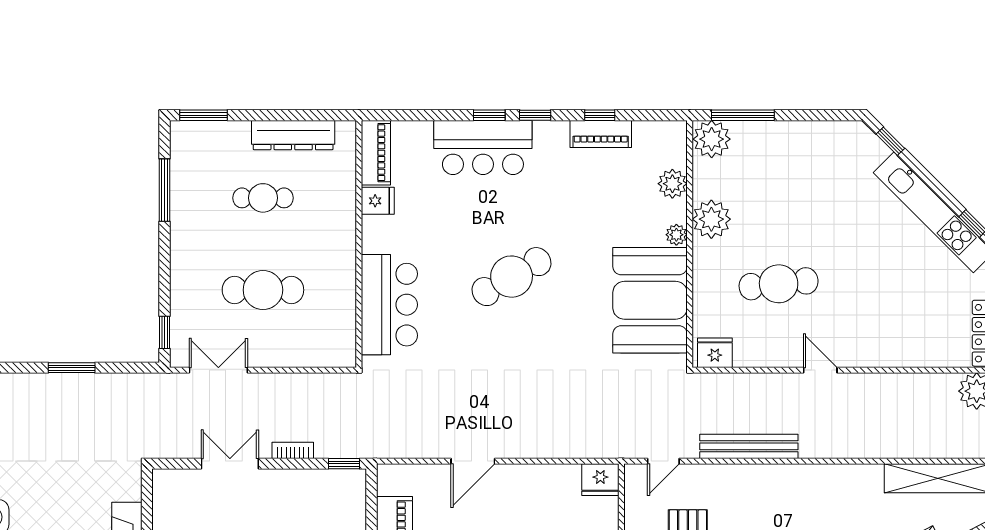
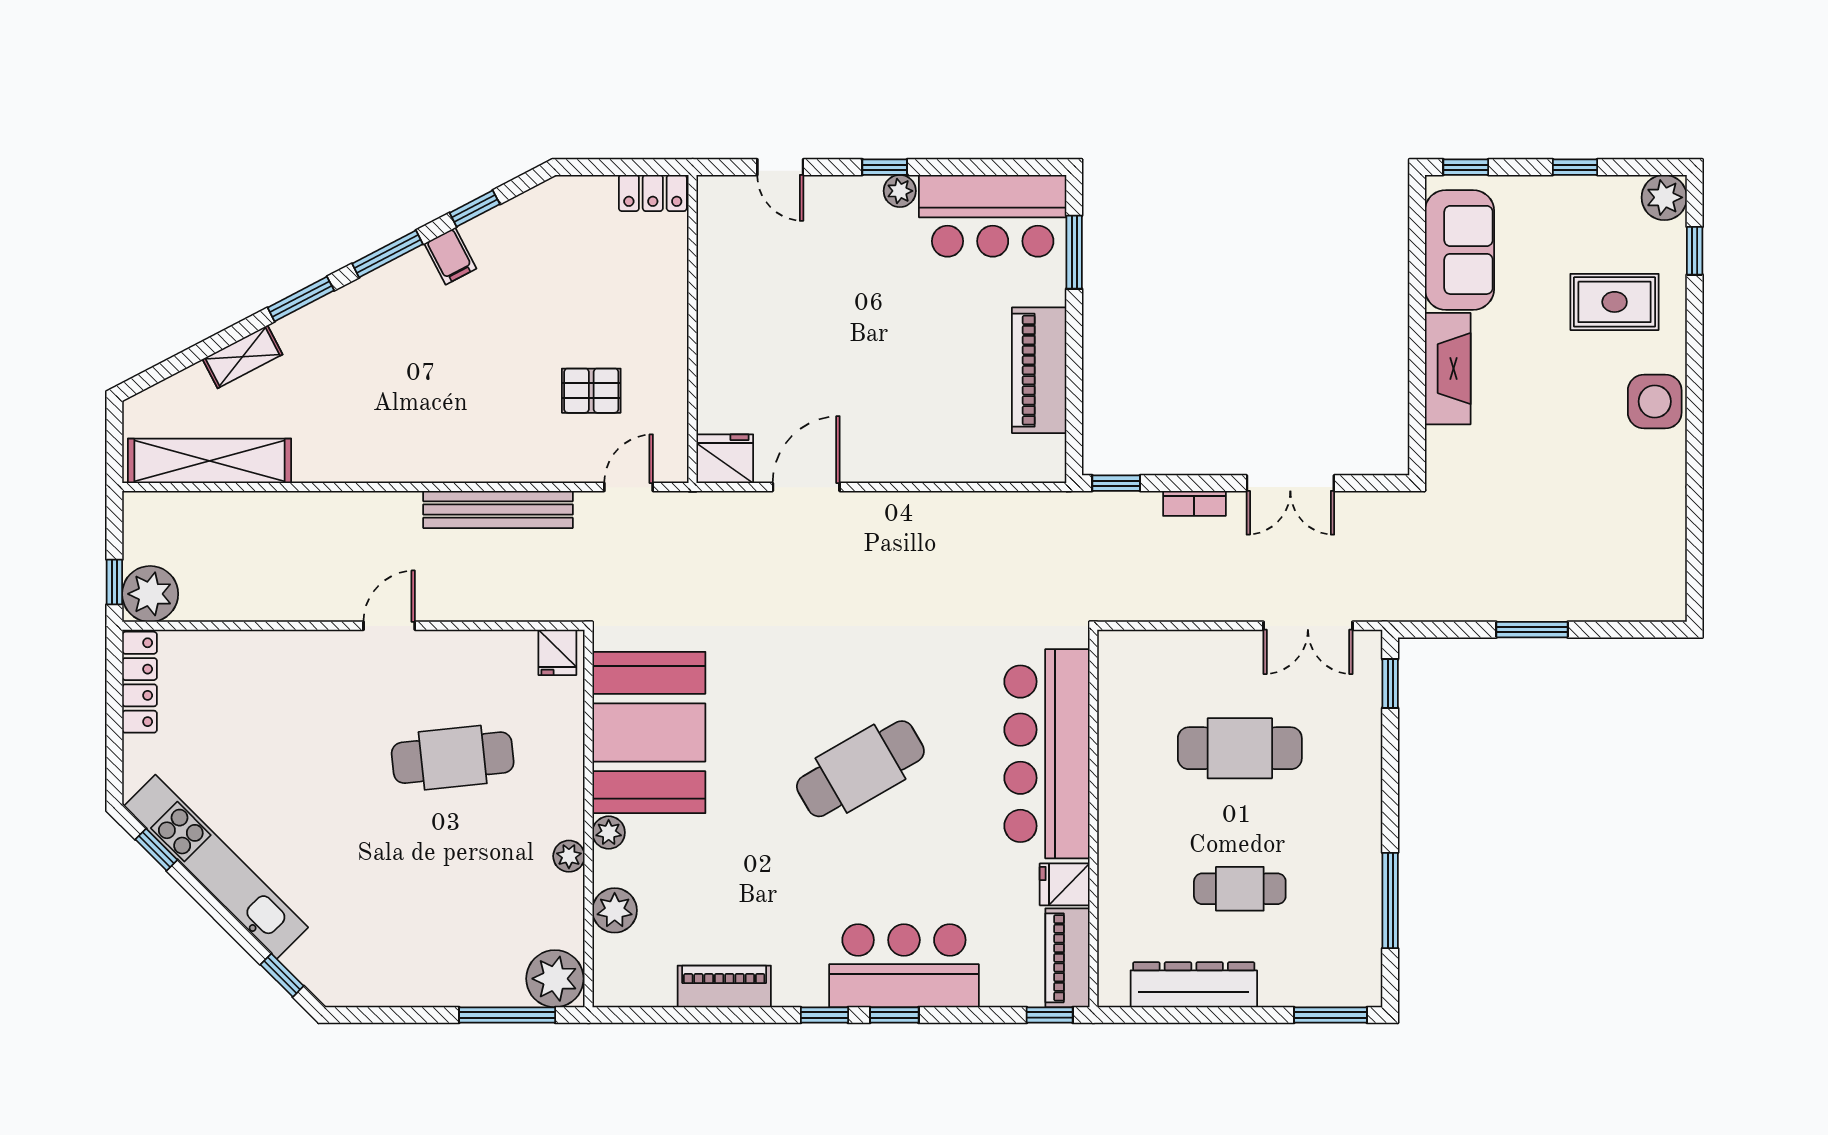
window: (600, 115) -> (1050, 1015), moved
plant: (711, 219) -> (569, 856), width x0.53, depth x0.53
bar counter: (389, 305) -> (1047, 754), width x1.36
fridge: (715, 353) -> (557, 652), width x0.72
door: (820, 370) -> (389, 626), swing flipped
door: (473, 461) -> (806, 487), moved

